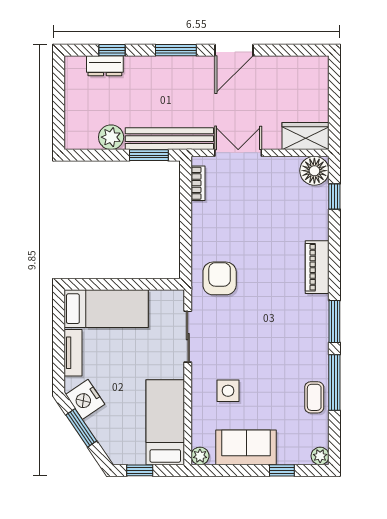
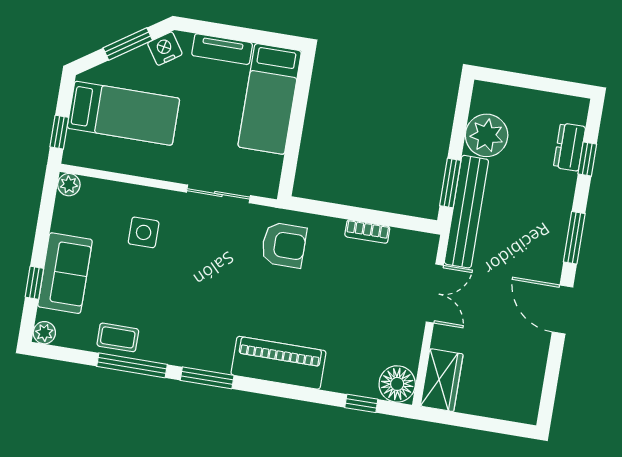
plant: (111, 137) -> (487, 135), width x1.36, depth x1.36
bookcase: (198, 183) -> (367, 232), moved
piano: (317, 267) -> (278, 363), width x1.37, depth x1.33
nightstand: (85, 399) -> (165, 49), width x0.74, depth x0.75
bed: (165, 422) -> (123, 113), moved
sofa: (246, 447) -> (65, 273), moved
window: (140, 470) -> (59, 132), moved

